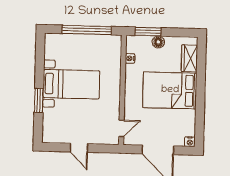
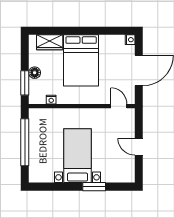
door: (79, 148) -> (139, 147), swing flipped

